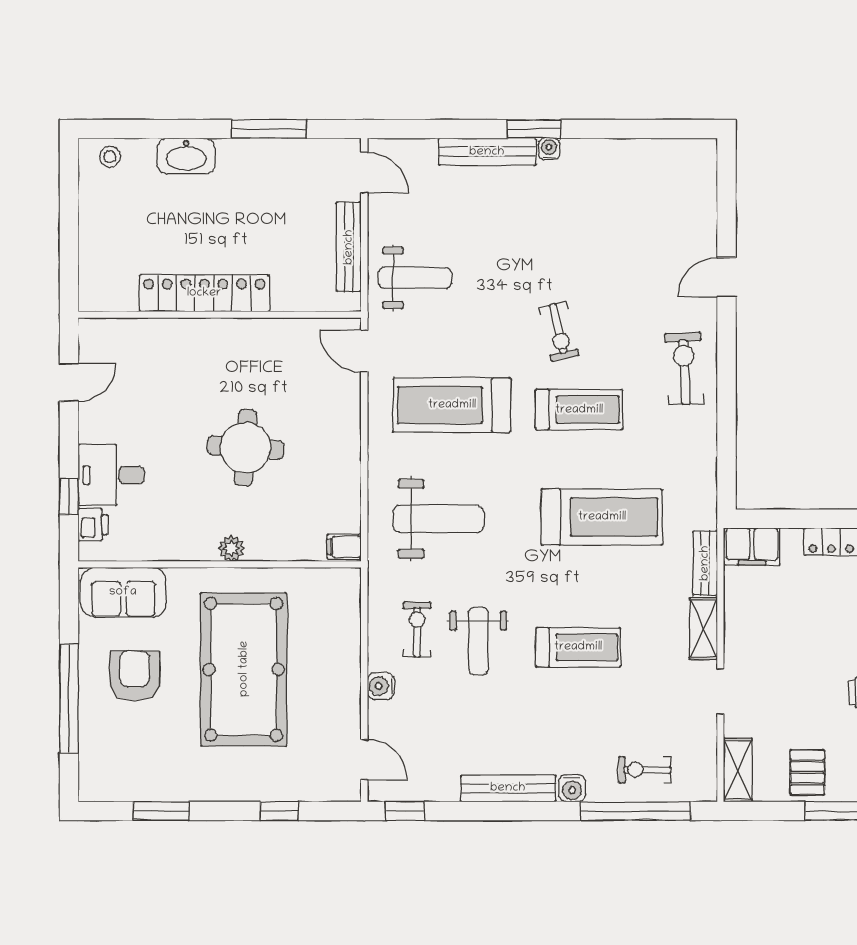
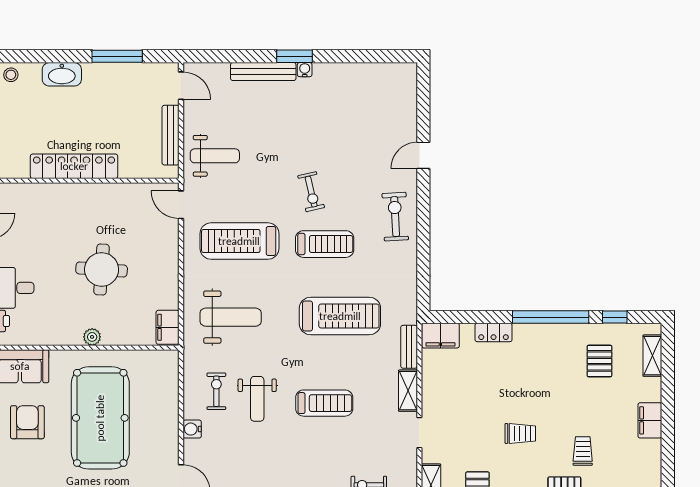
filing cabinet: (344, 547) -> (168, 327), width x2.00

